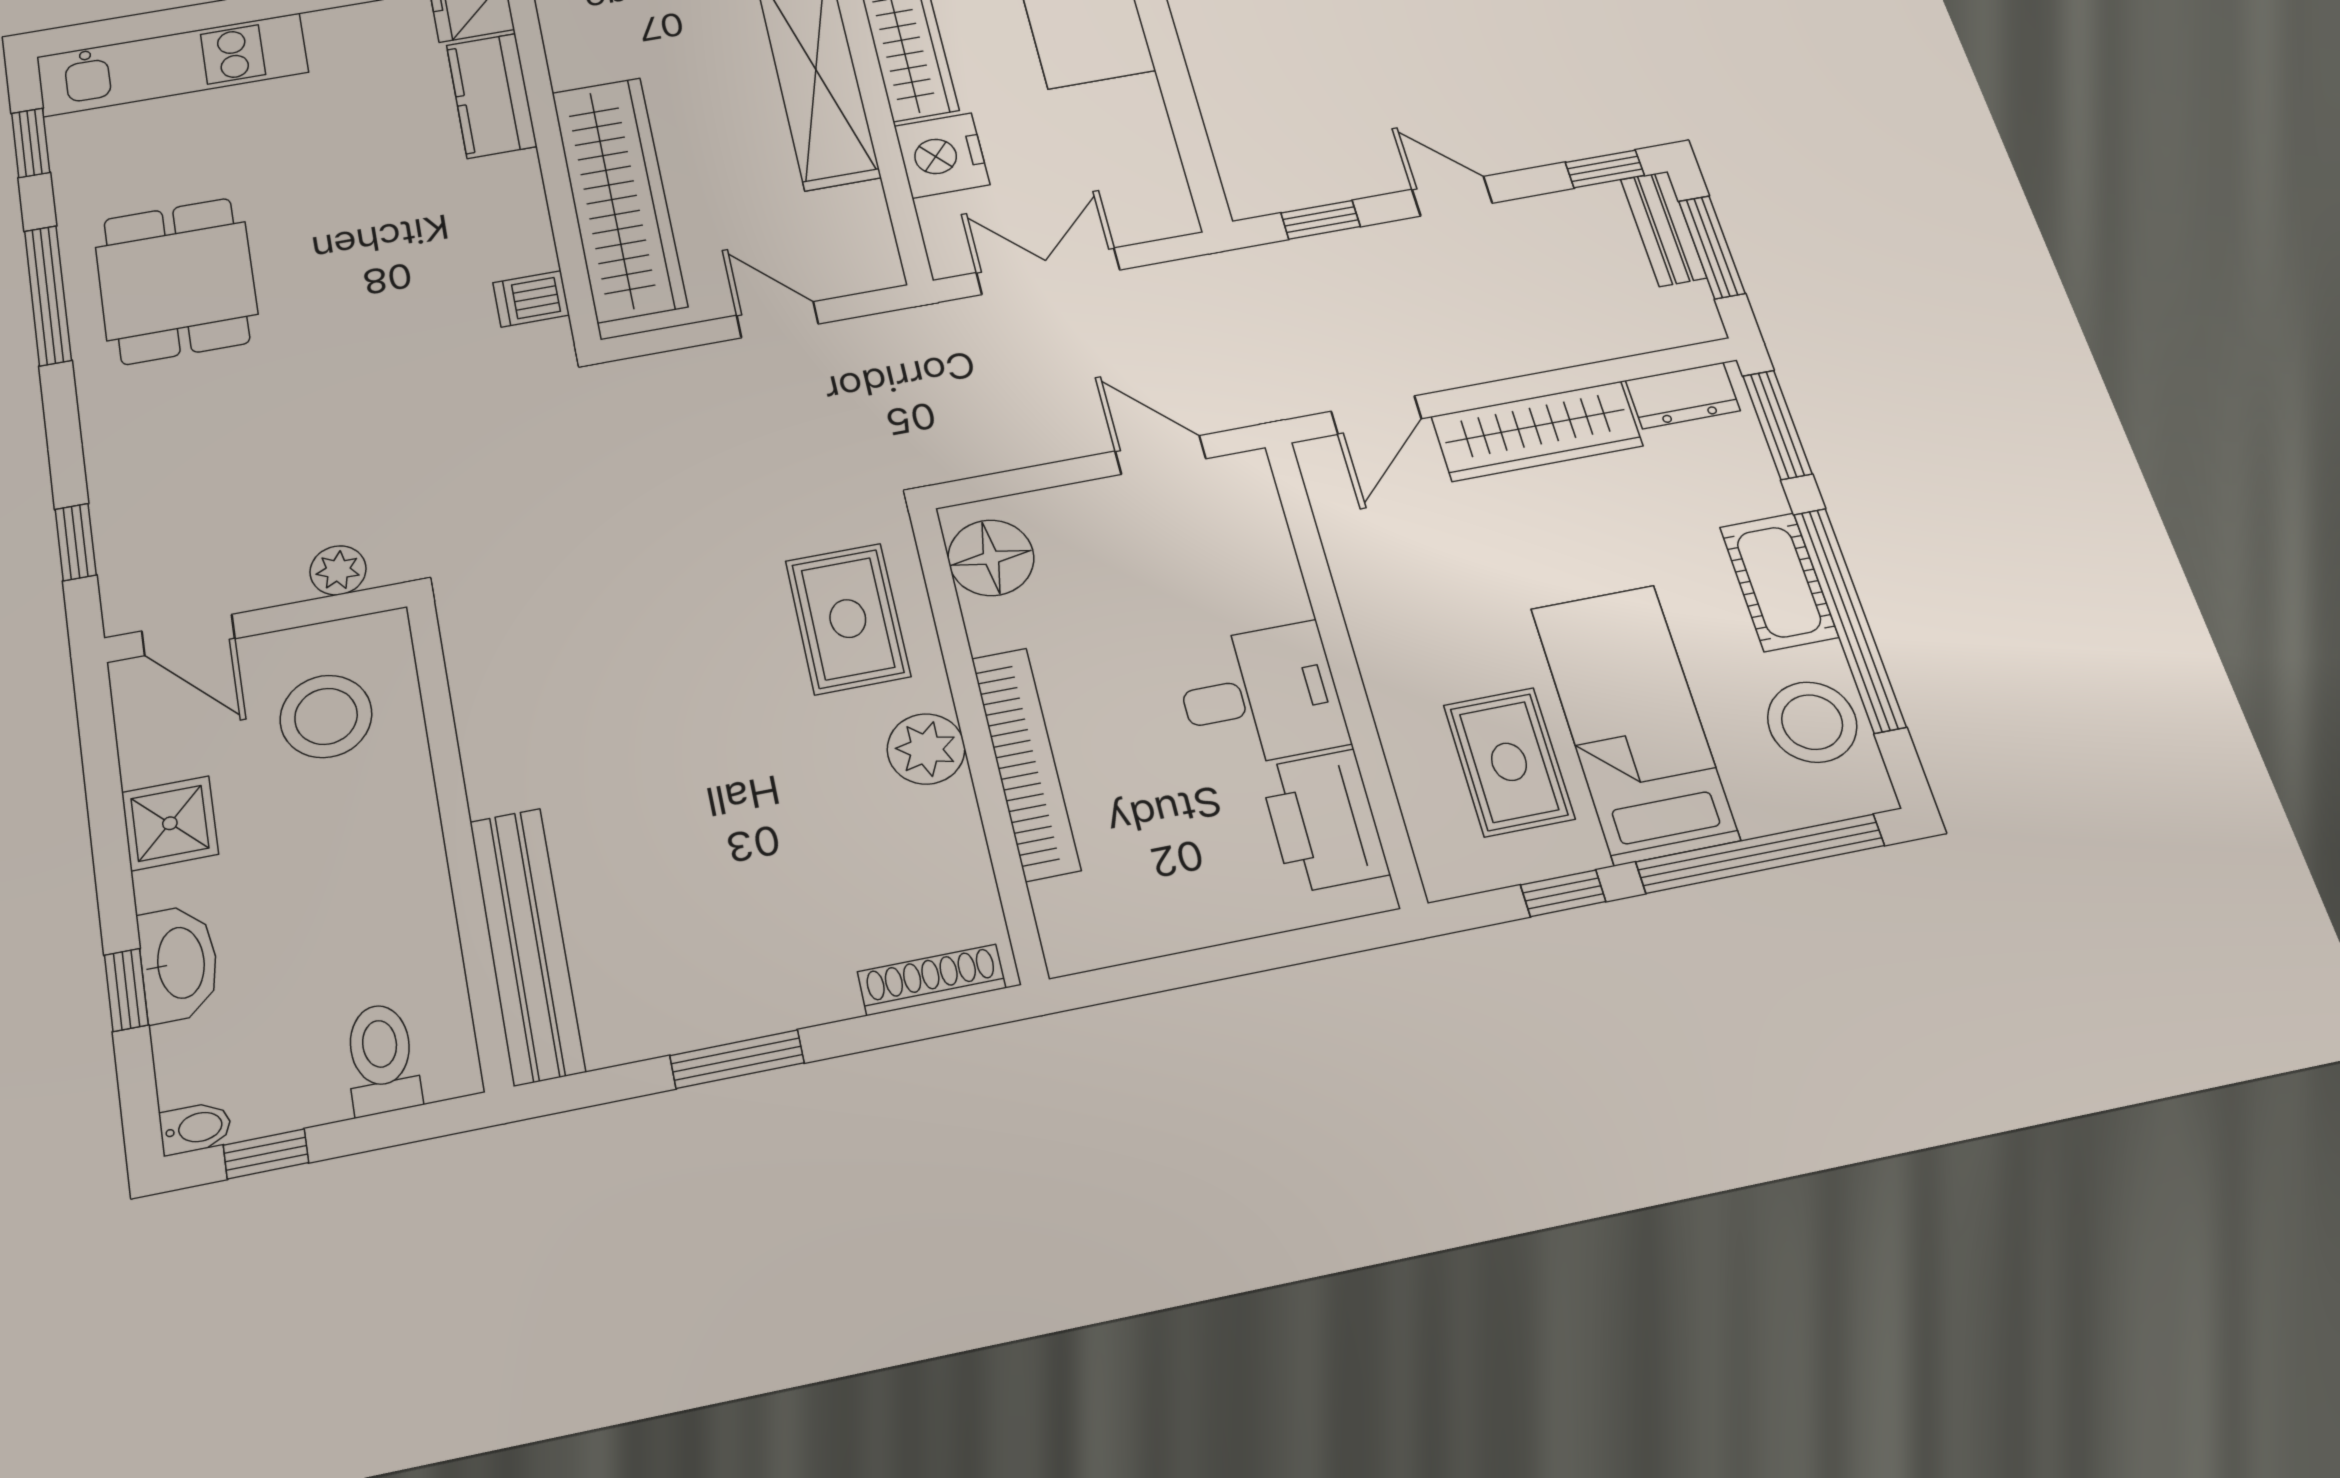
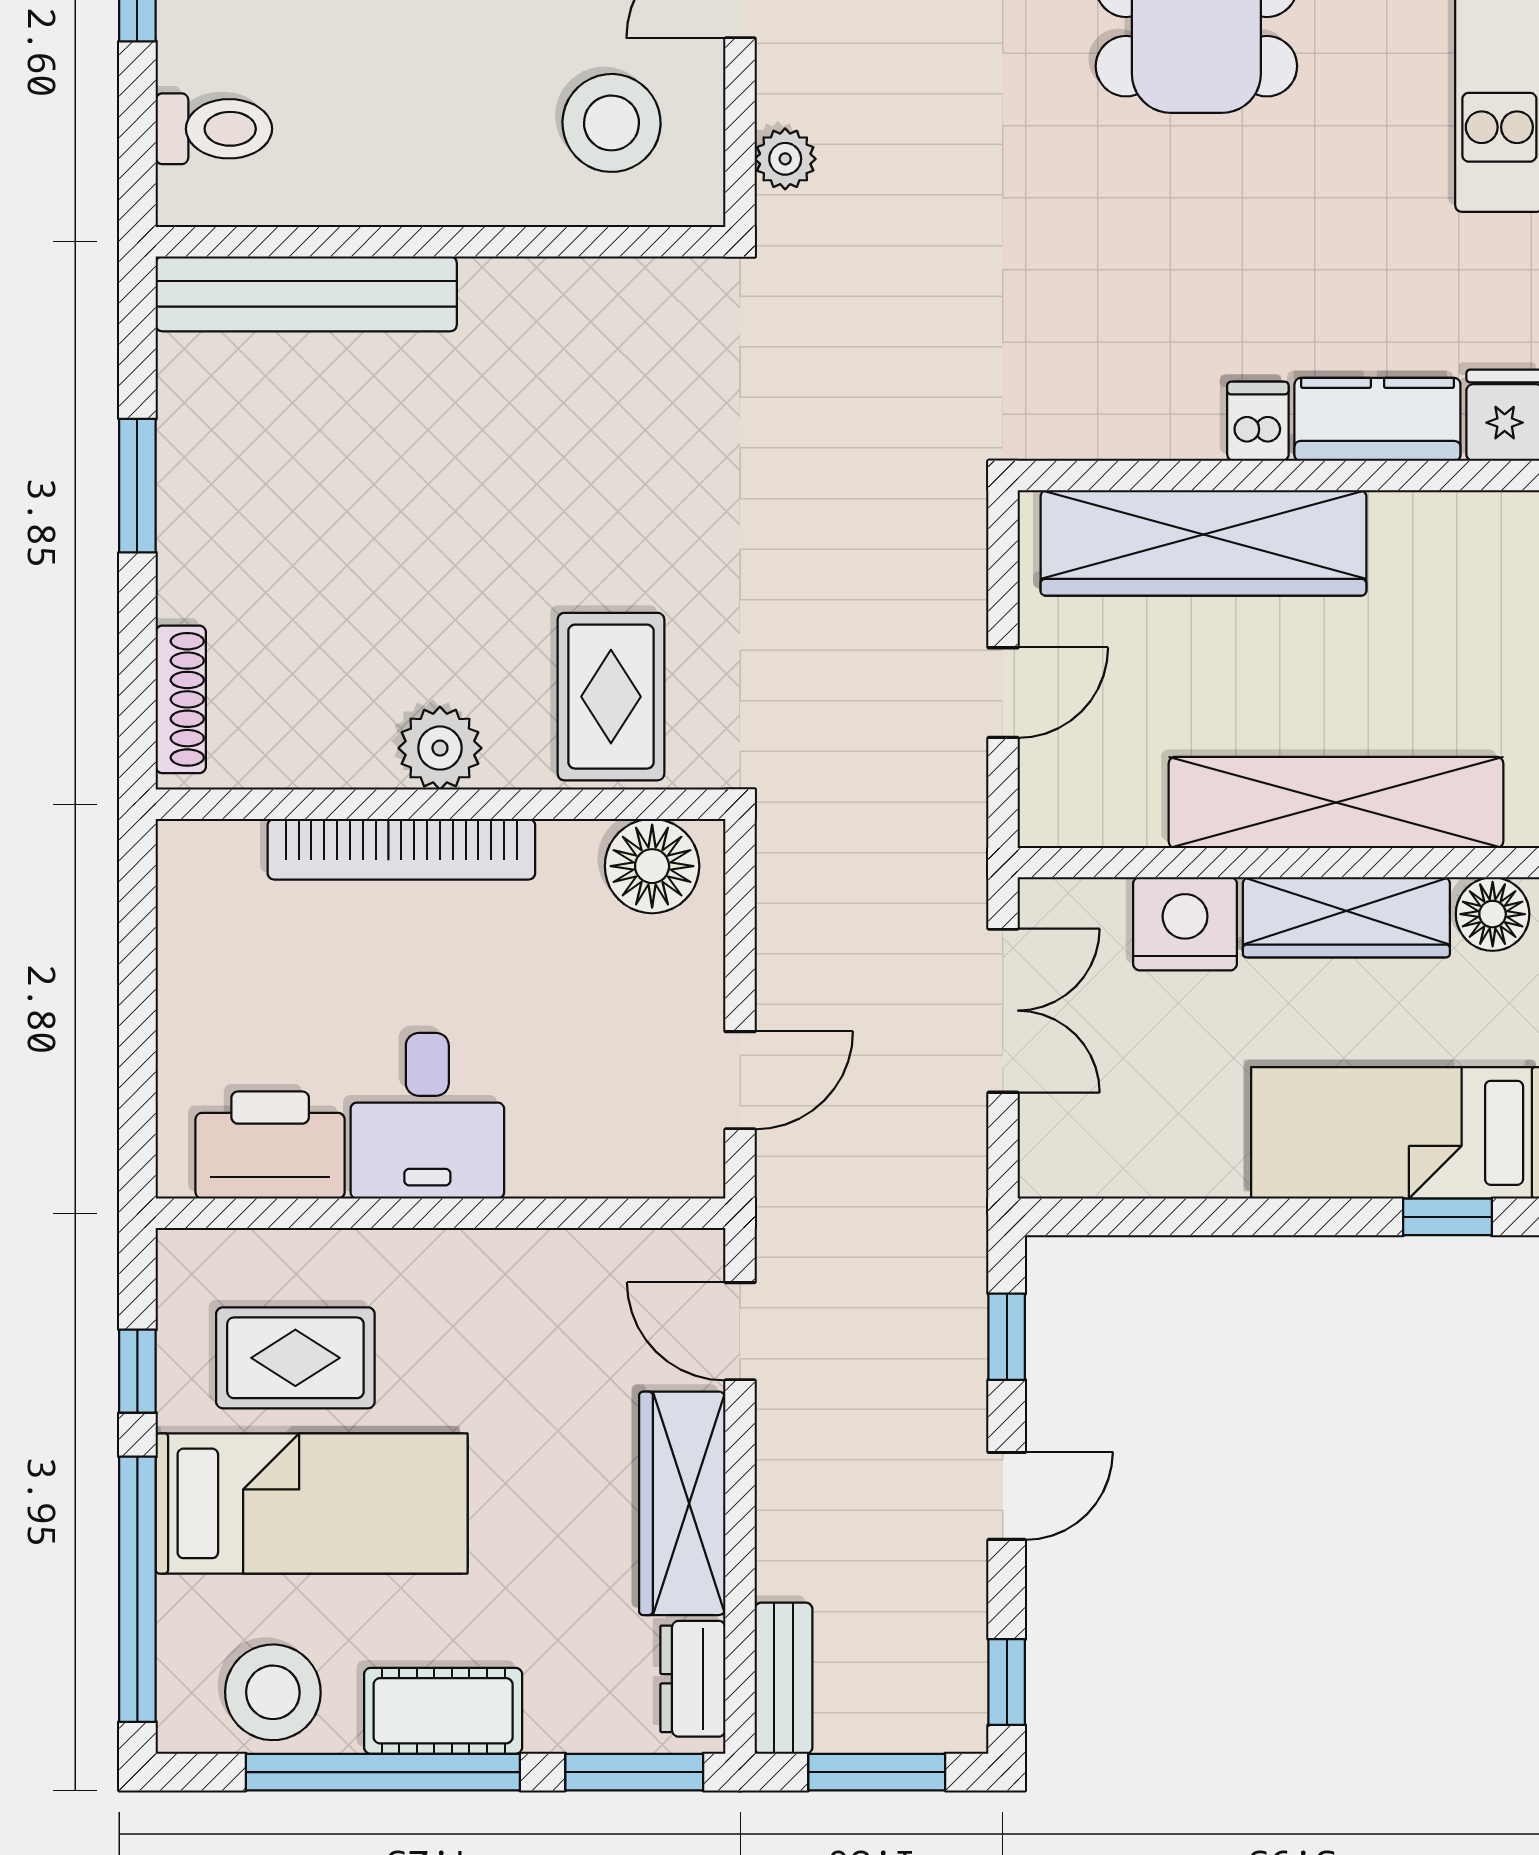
bench: (1664, 229) -> (783, 1678), moved, turned 90
dishwasher: (531, 299) -> (1258, 421), moved
rug: (848, 619) -> (611, 697), turned 90

